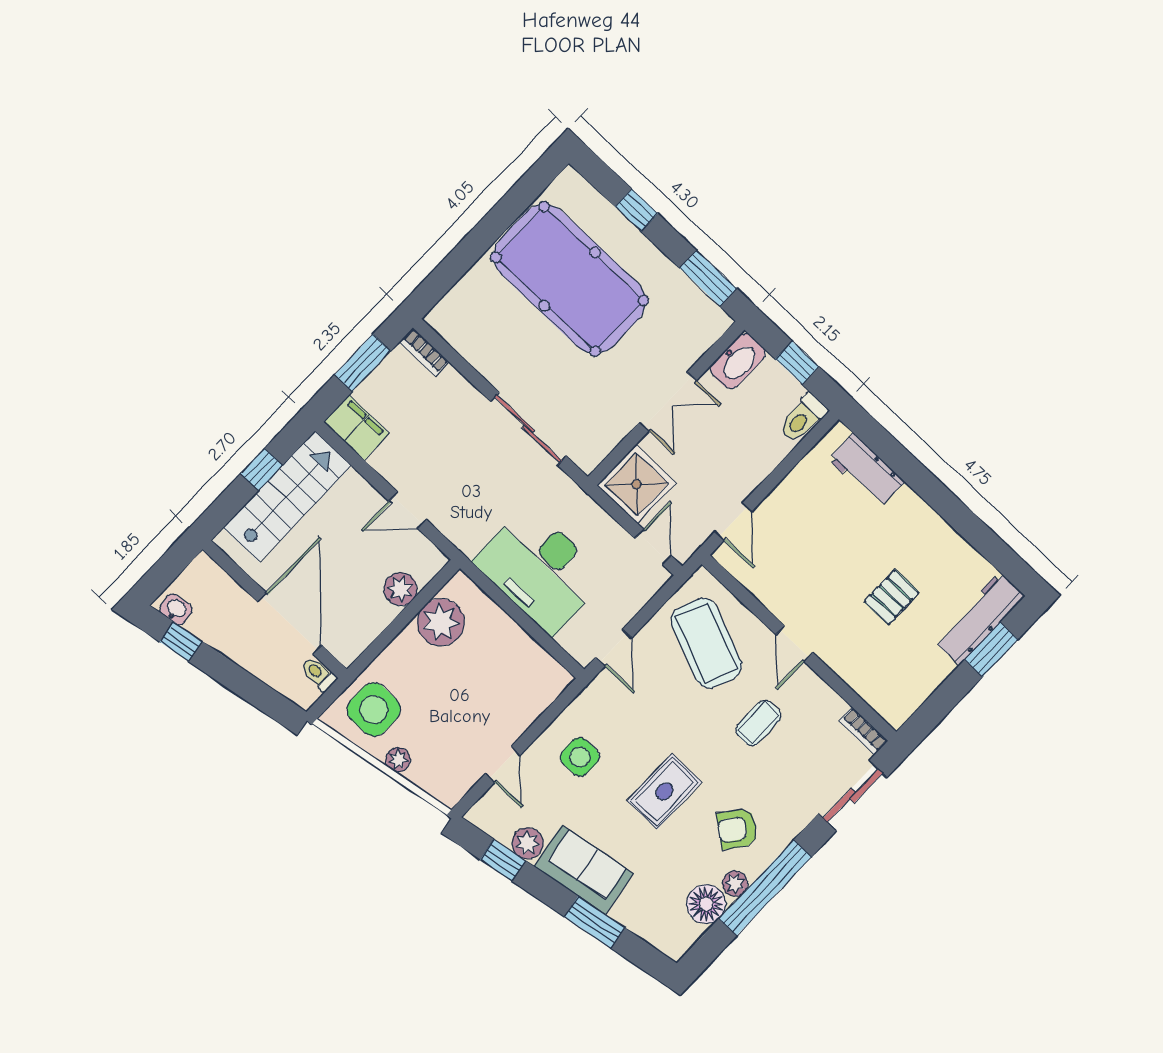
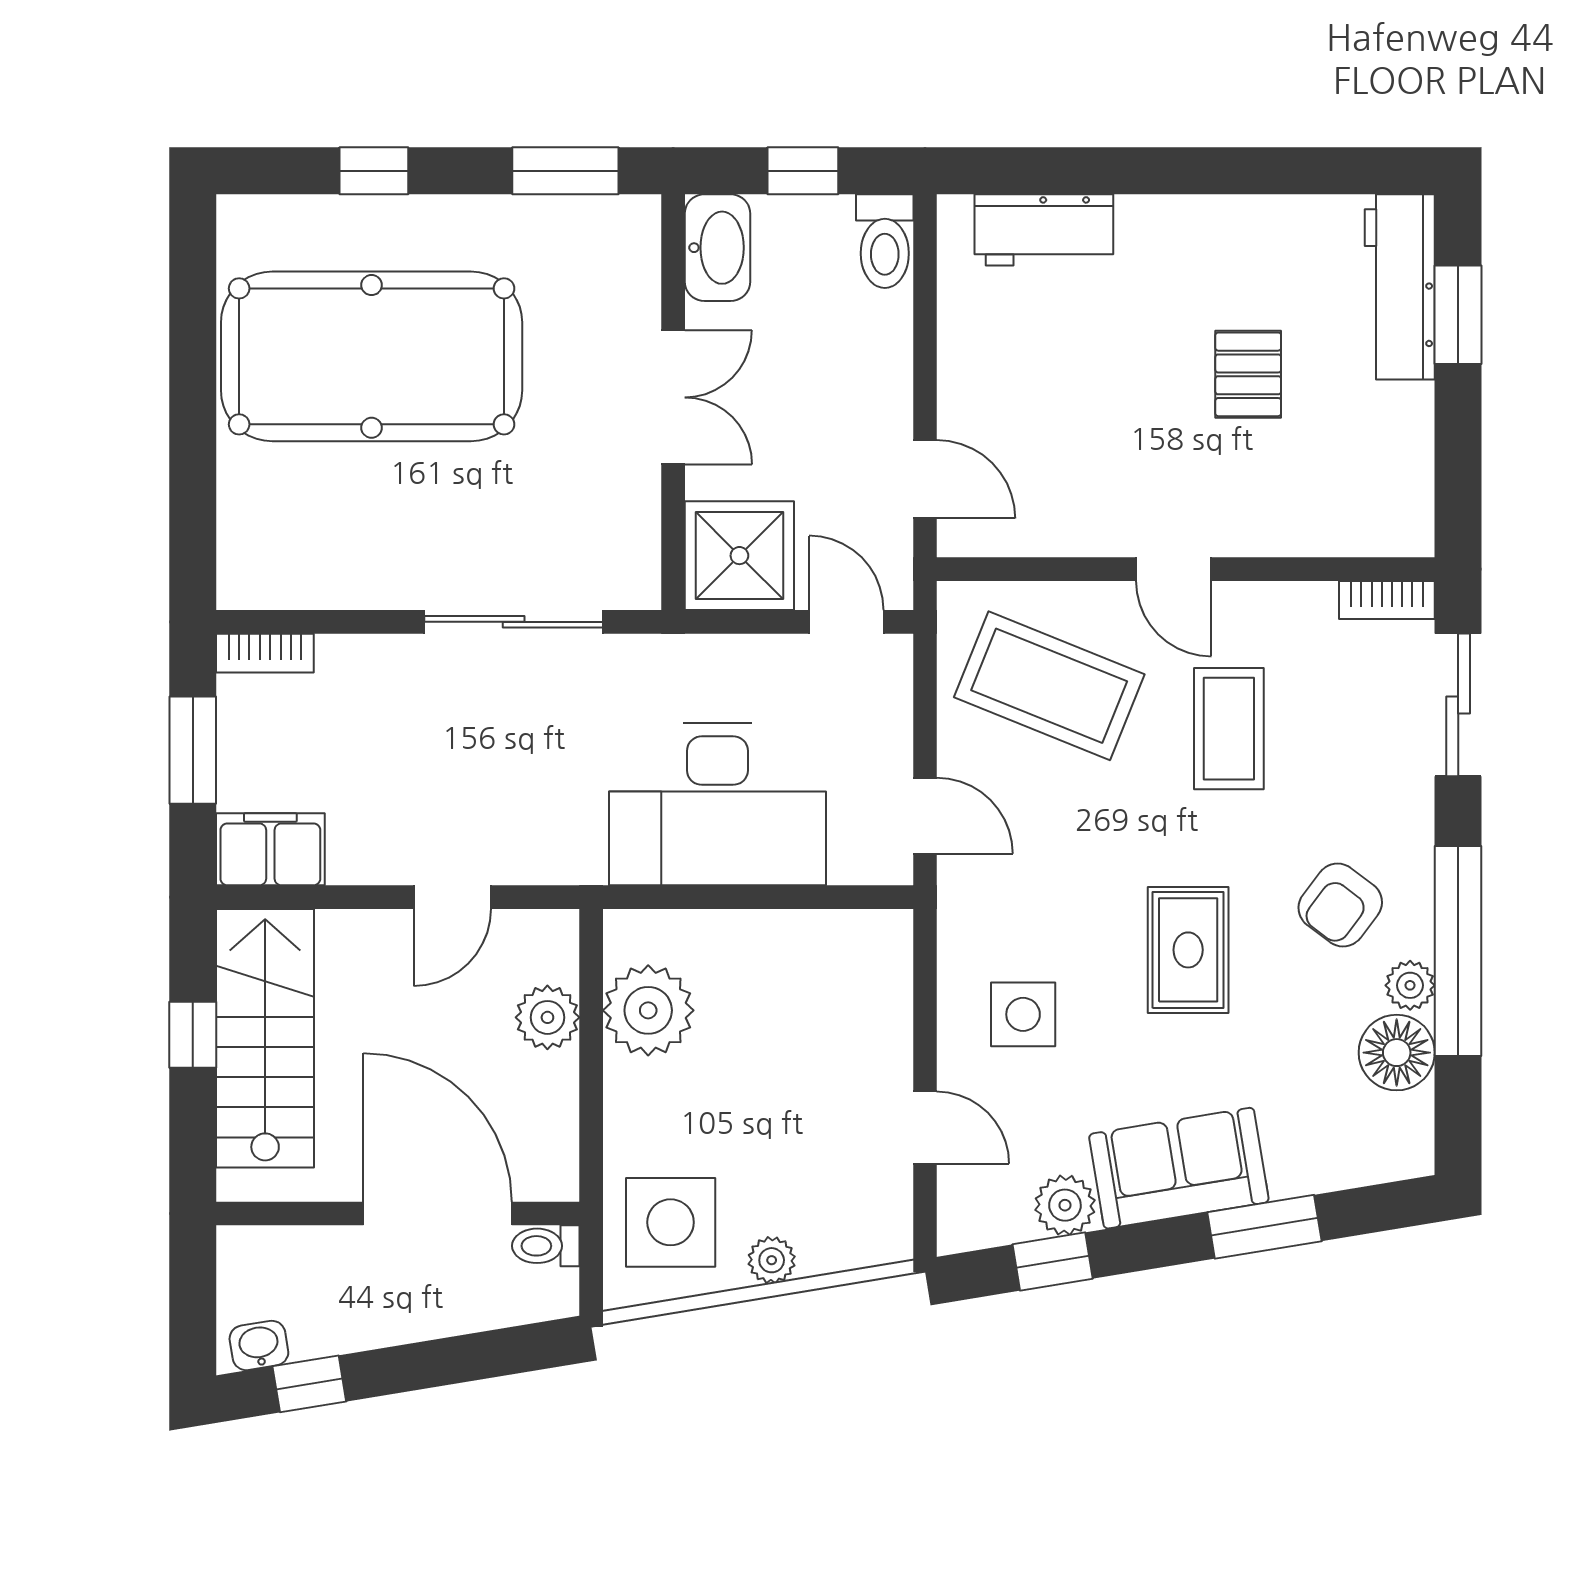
coffee table: (758, 723) -> (1229, 729), width x1.36, depth x1.30

